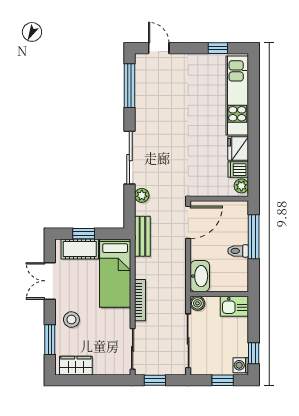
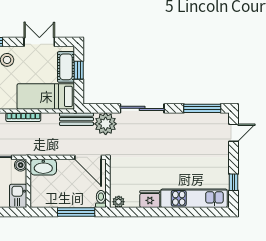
dishwasher: (238, 170) -> (132, 199), removed
plant: (142, 195) -> (106, 124), width x1.88, depth x1.88
toilet: (238, 251) -> (101, 199), moved

